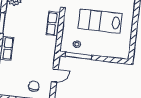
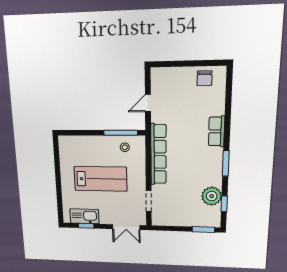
row of seats: (53, 24) -> (158, 154), width x2.02
chair: (34, 86) -> (204, 78), moved

